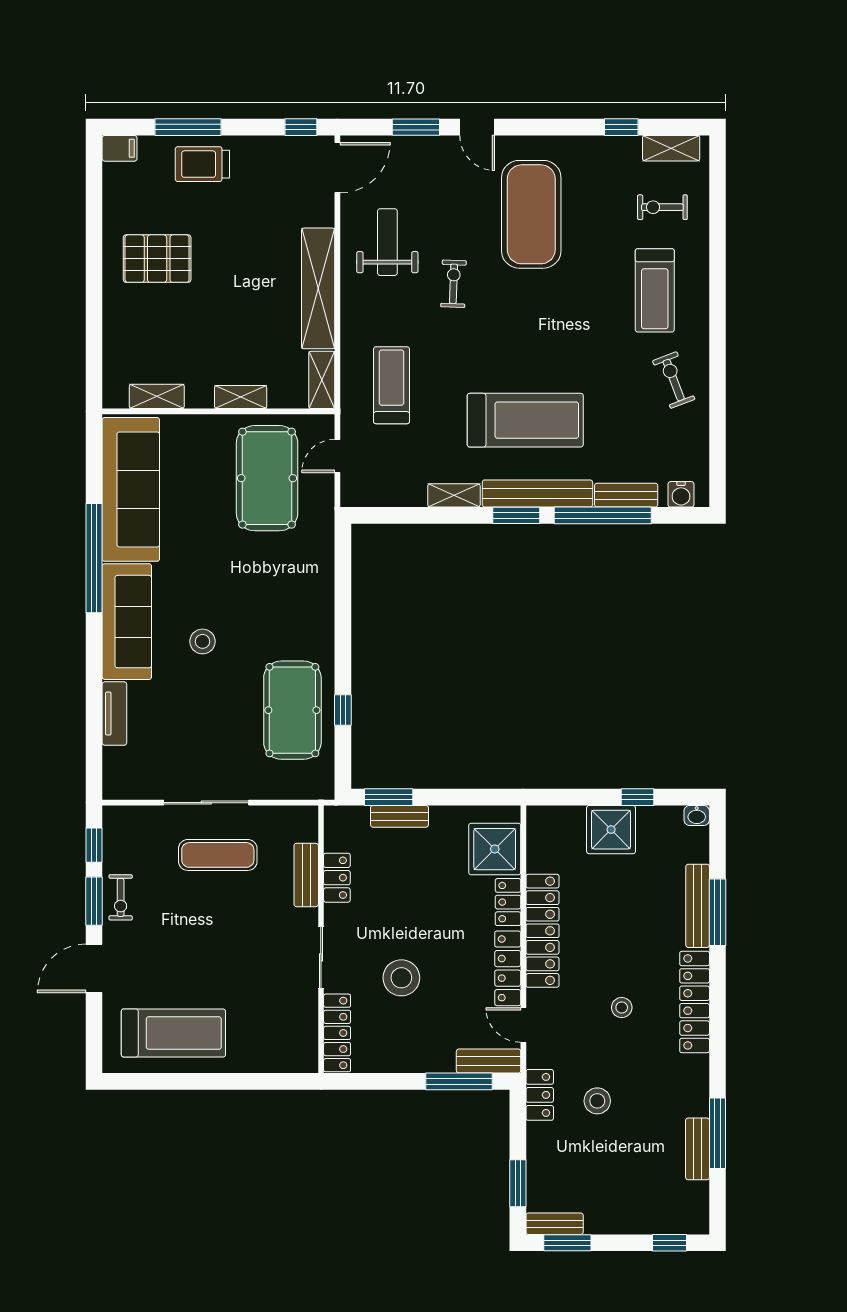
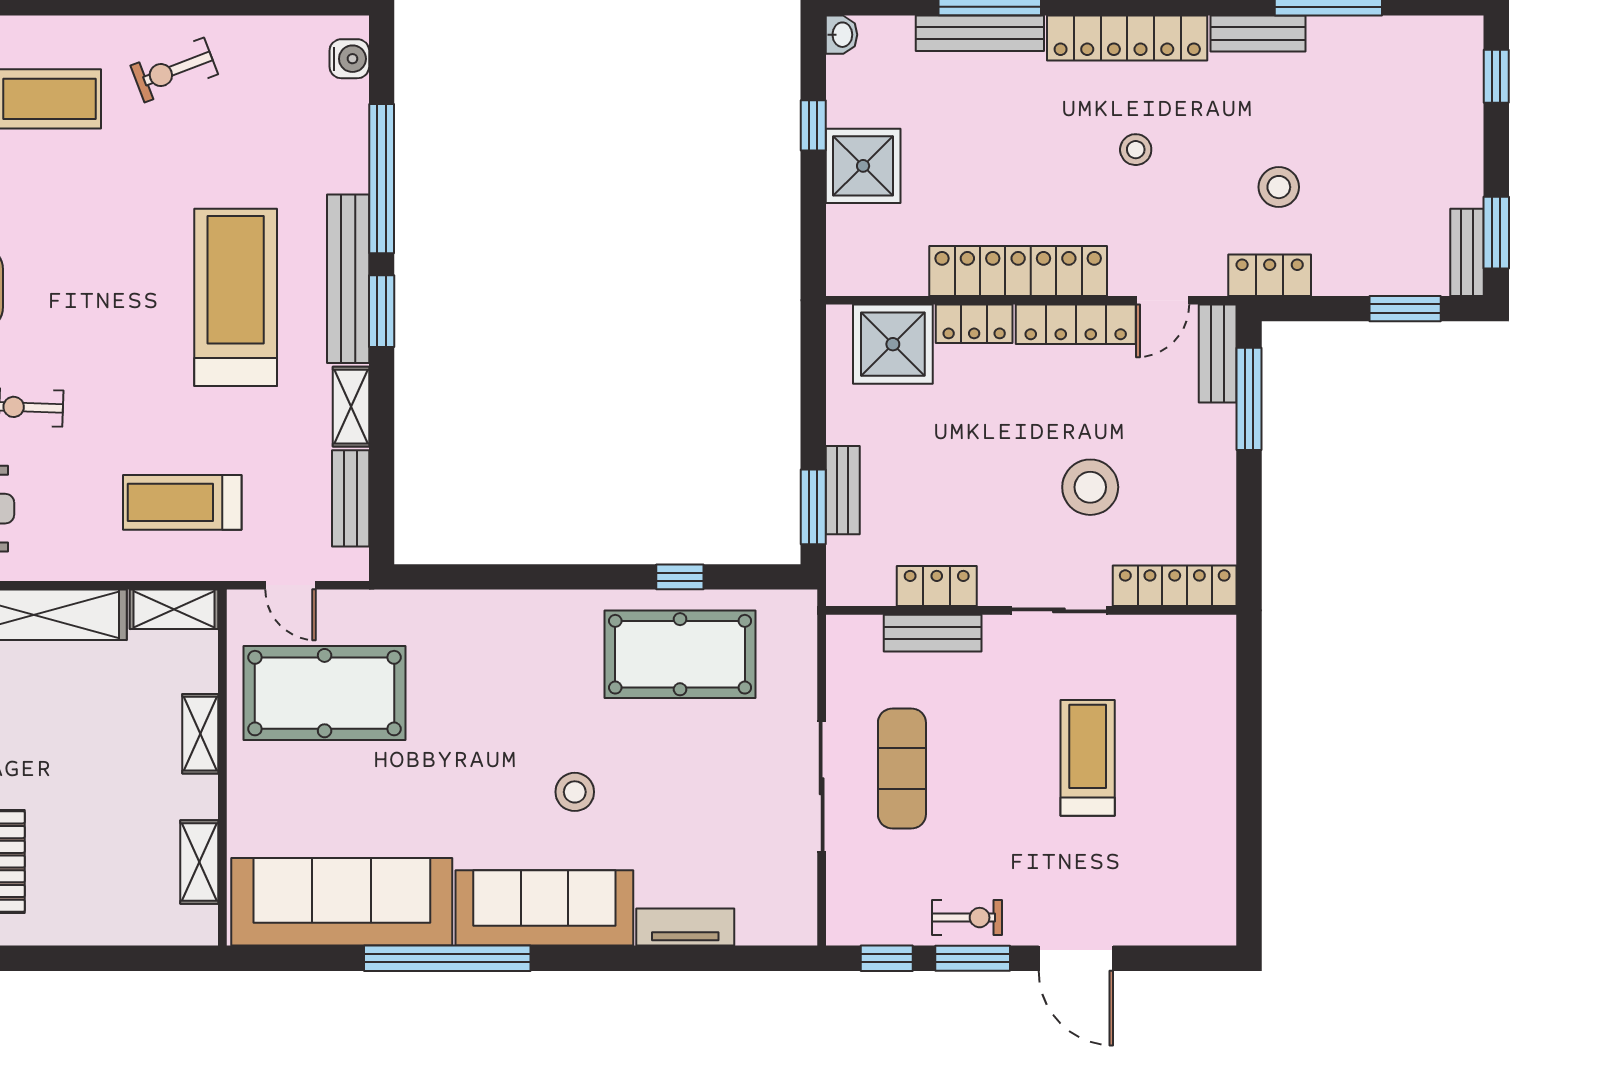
bench: (626, 495) -> (351, 498), moved
treadmill: (173, 1033) -> (1088, 758), moved, width x0.73, depth x0.73
bench: (697, 1149) -> (1258, 33), moved

